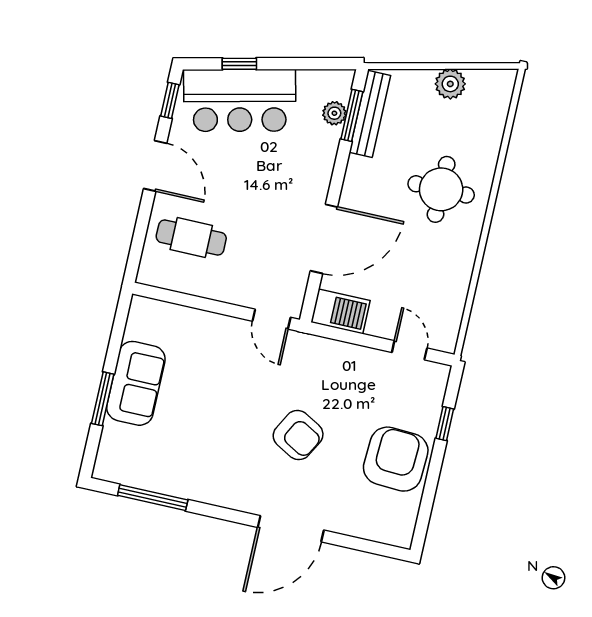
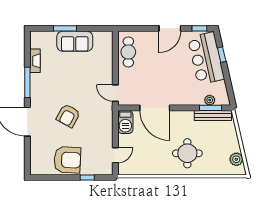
plant: (450, 84) -> (236, 159), moved
cafe table: (191, 238) -> (128, 52), moved
door: (272, 319) -> (115, 93), hinge flipped
fireplace: (160, 482) -> (35, 61), added
window: (153, 498) -> (27, 82), moved

